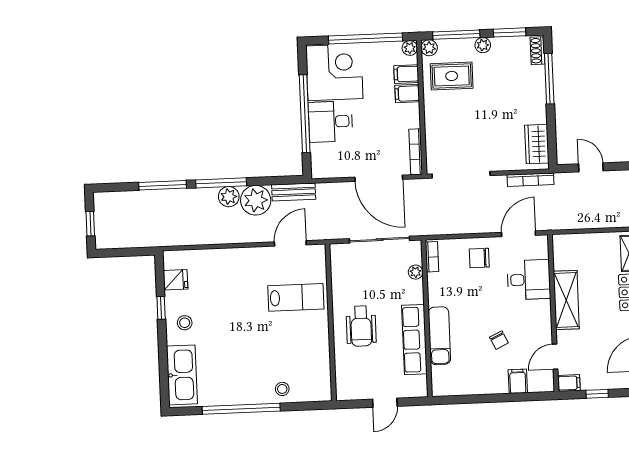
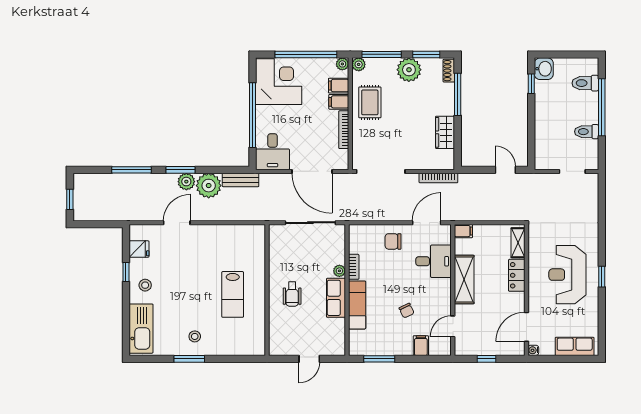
plant: (483, 45) -> (409, 70), width x1.88, depth x1.88
rug: (452, 76) -> (370, 102), moved, turned 90
desk: (331, 122) -> (273, 152), moved, turned -90
wardrobe: (537, 144) -> (445, 132), moved
bookcase: (416, 152) -> (344, 130), moved
door: (591, 167) -> (505, 170), moved
window: (221, 183) -> (180, 170), width x0.69
door: (290, 243) -> (177, 223), moved
bookcase: (432, 257) -> (354, 267), moved
plant: (416, 272) -> (339, 271), moved
lab bench: (296, 297) -> (233, 294), moved, turned 90
wheelchair: (361, 326) -> (292, 294), width x0.73, depth x0.73
row of seats: (414, 340) -> (336, 298), width x0.68
filing cabinet: (569, 383) -> (463, 231), moved
stool: (282, 389) -> (195, 336), moved
window: (469, 399) -> (379, 359), added
window: (241, 409) -> (189, 359), width x0.47

